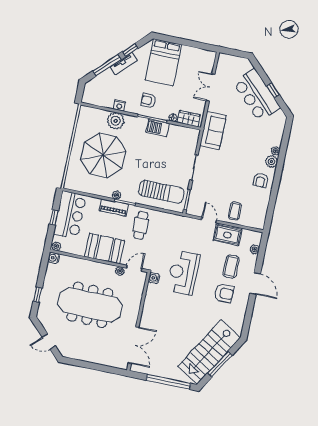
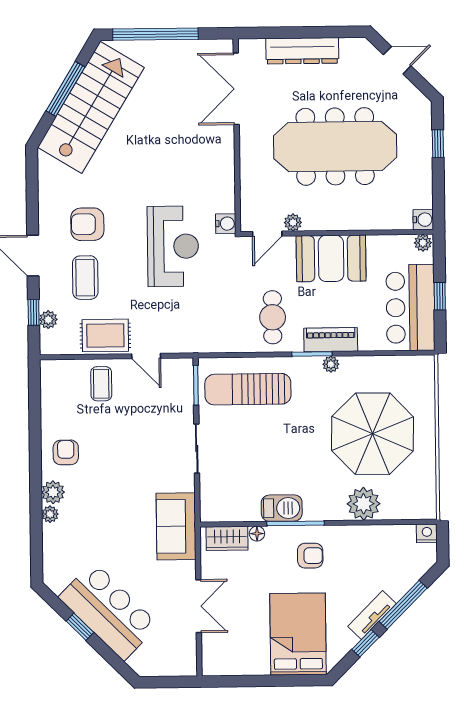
nightstand: (119, 105) -> (427, 533), moved
window: (261, 255) -> (34, 312), added
dresser: (96, 357) -> (302, 51), added

